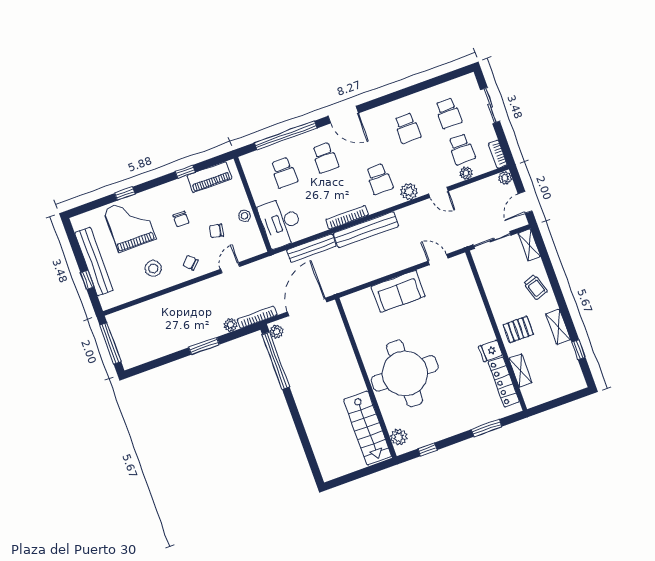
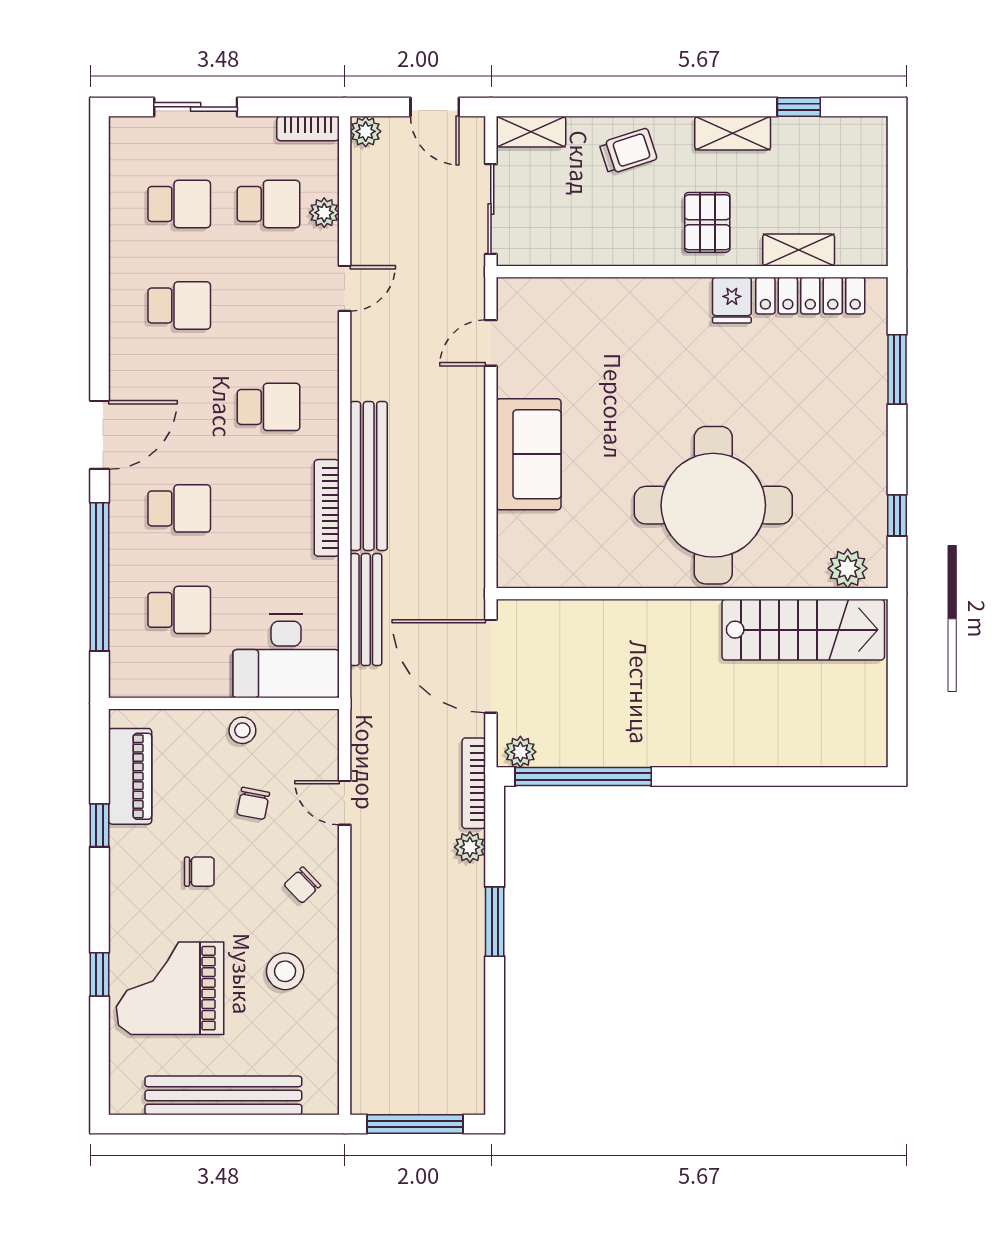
plant: (409, 191) -> (319, 352), removed
window: (87, 280) -> (258, 1124), removed

